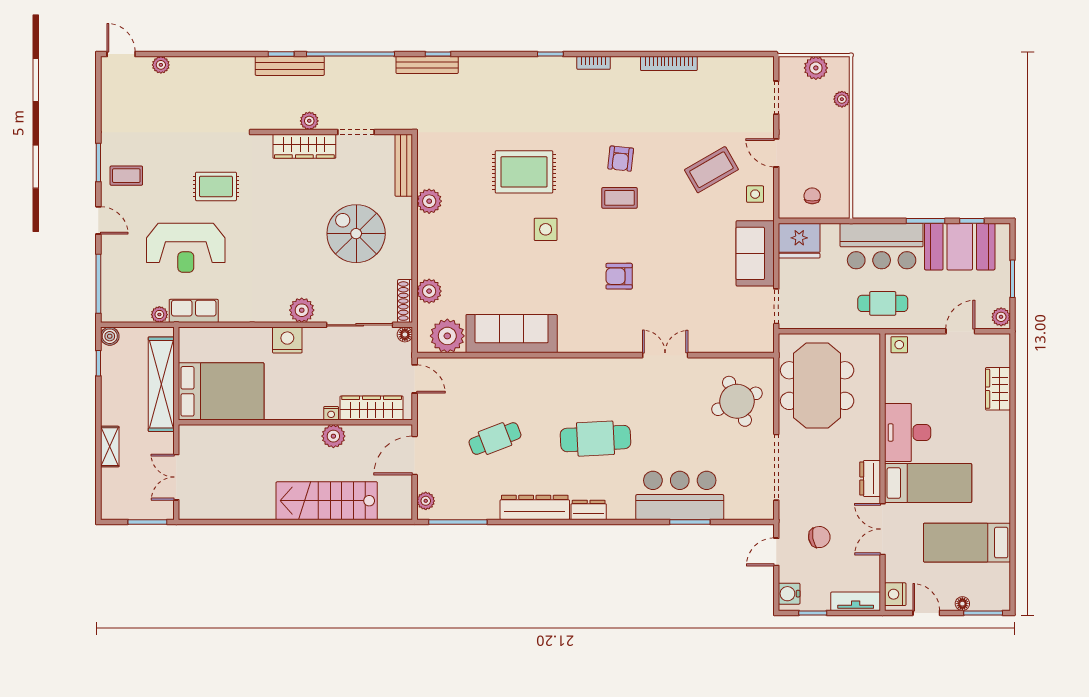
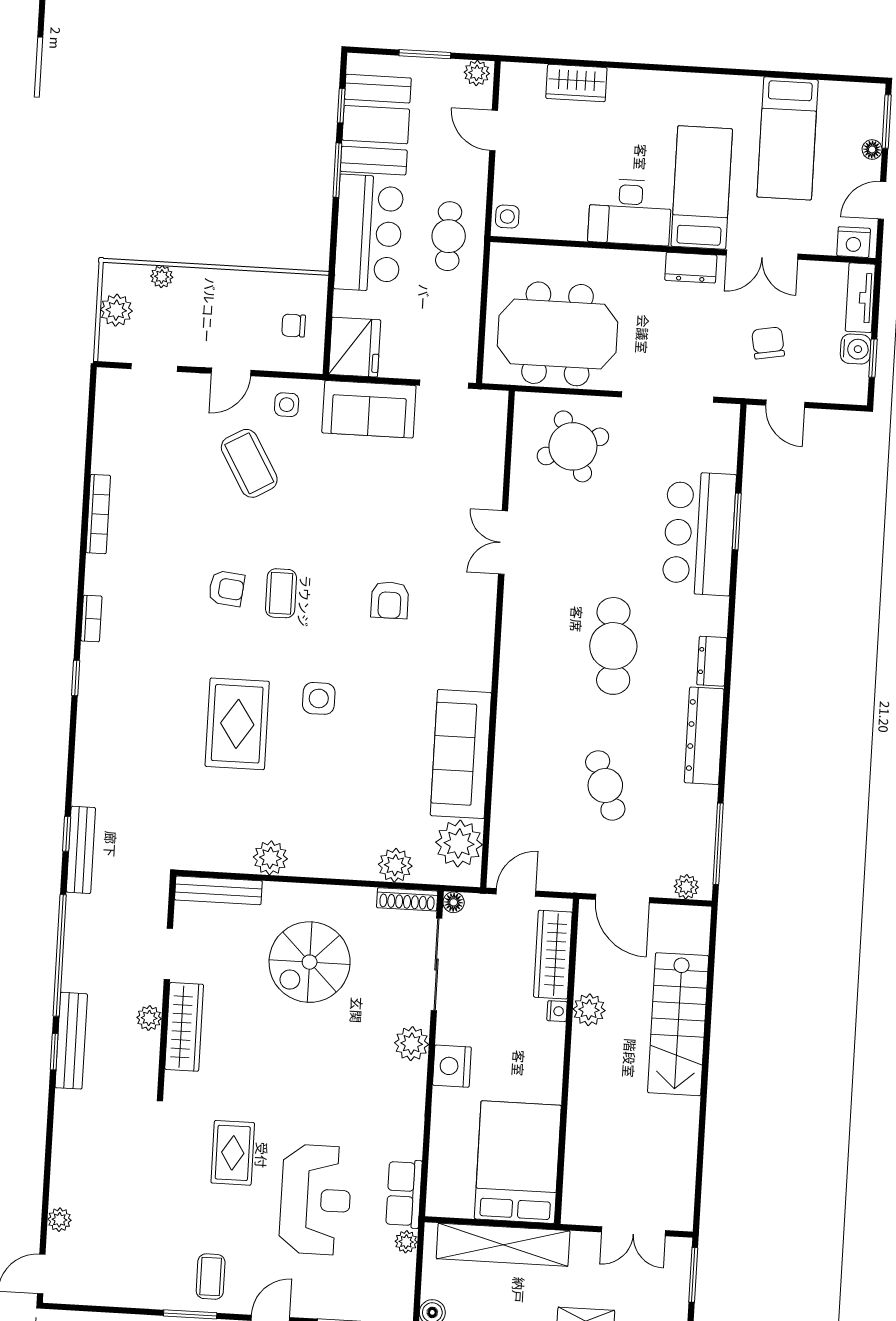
water cooler: (789, 594) -> (856, 349), moved, turned -90

